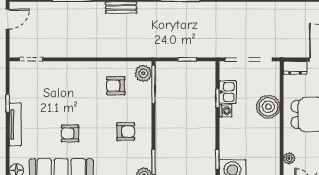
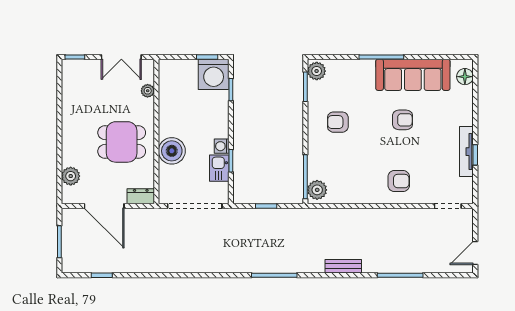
armchair: (116, 86) -> (399, 181), moved
tv unit: (15, 124) -> (466, 152), moved

